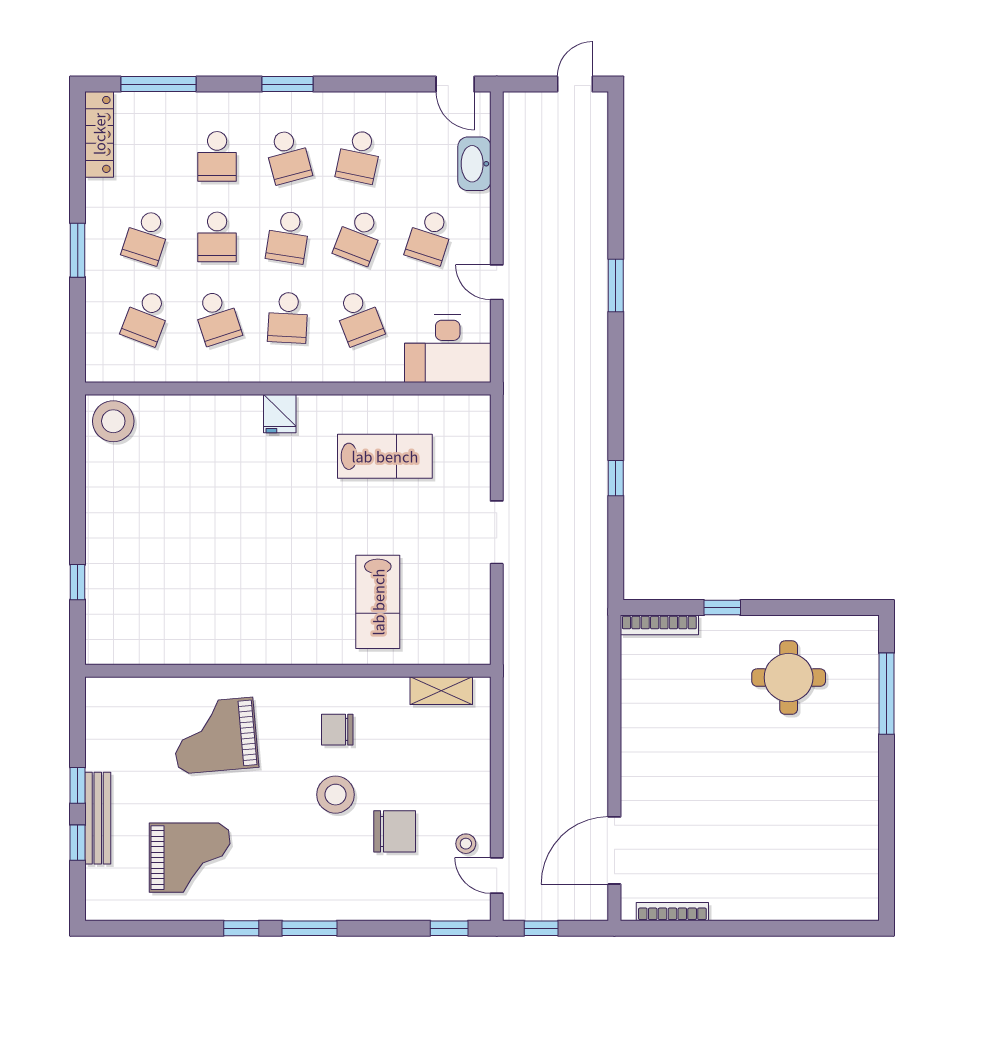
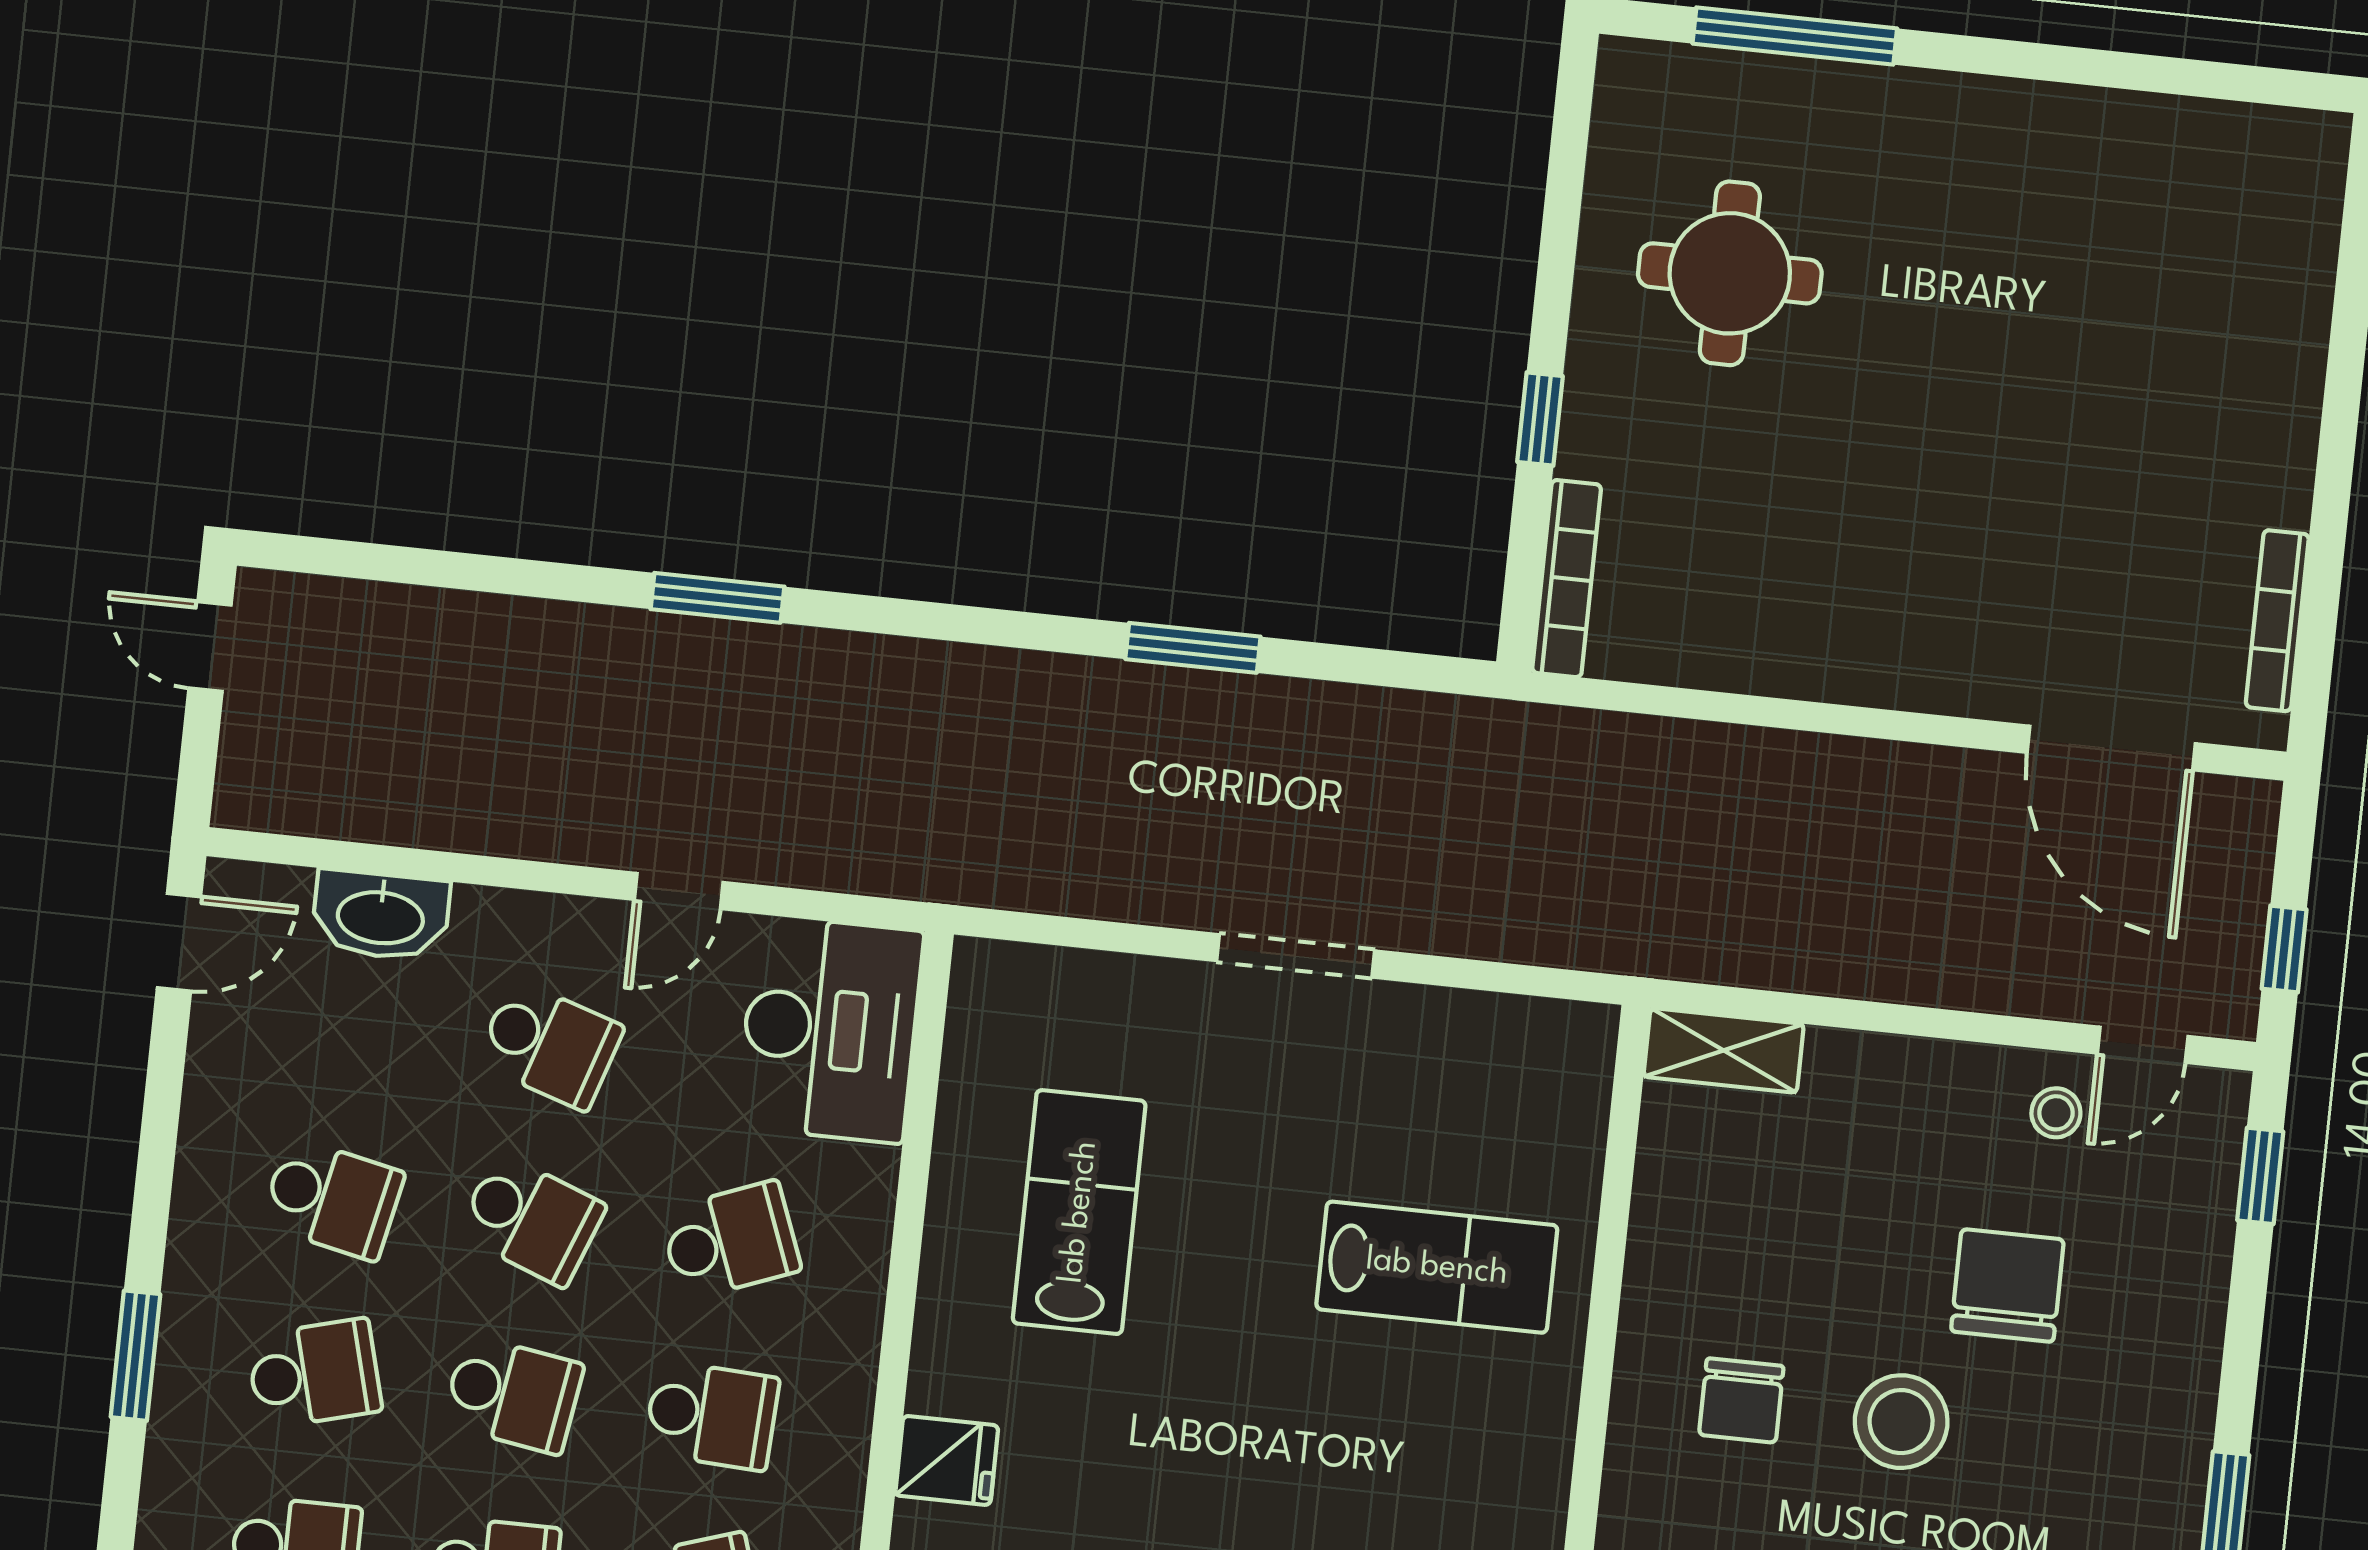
window: (616, 478) -> (1193, 648), width x1.50
shelving: (441, 691) -> (1724, 1050), moved, turned 90

